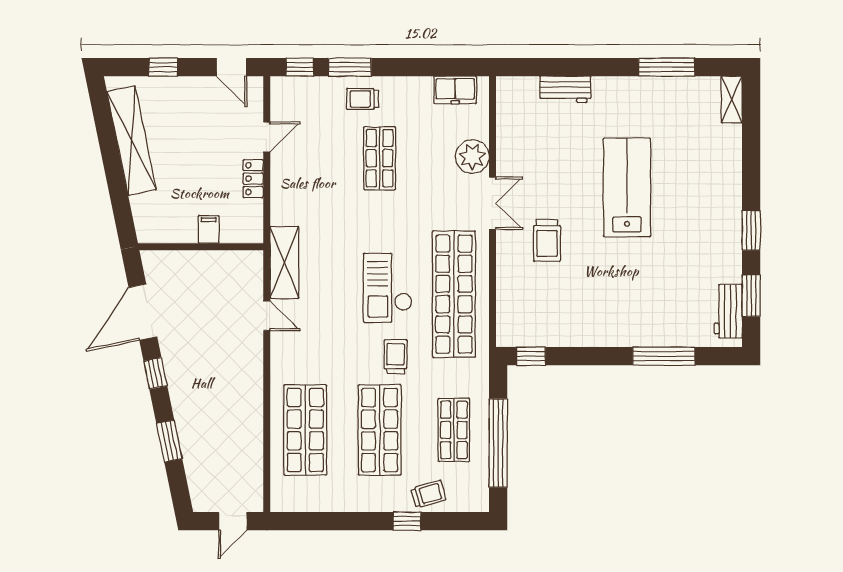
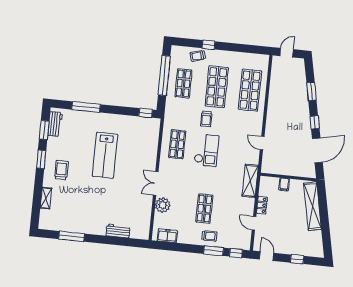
shelving: (732, 99) -> (46, 198), moved
door: (267, 137) -> (254, 223), hinge flipped
shelving: (132, 141) -> (312, 206), moved
lab bench: (627, 187) -> (105, 155), moved
trolley: (547, 241) -> (61, 170), moved
shelving: (284, 262) -> (250, 181), moved
shop shelf: (454, 294) -> (177, 144), width x0.50, depth x0.74

